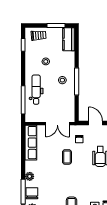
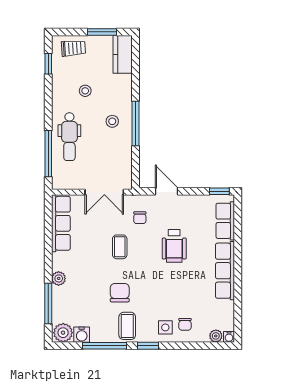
dental chair: (36, 90) -> (69, 137), turned 180
chair: (32, 193) -> (120, 293), moved

